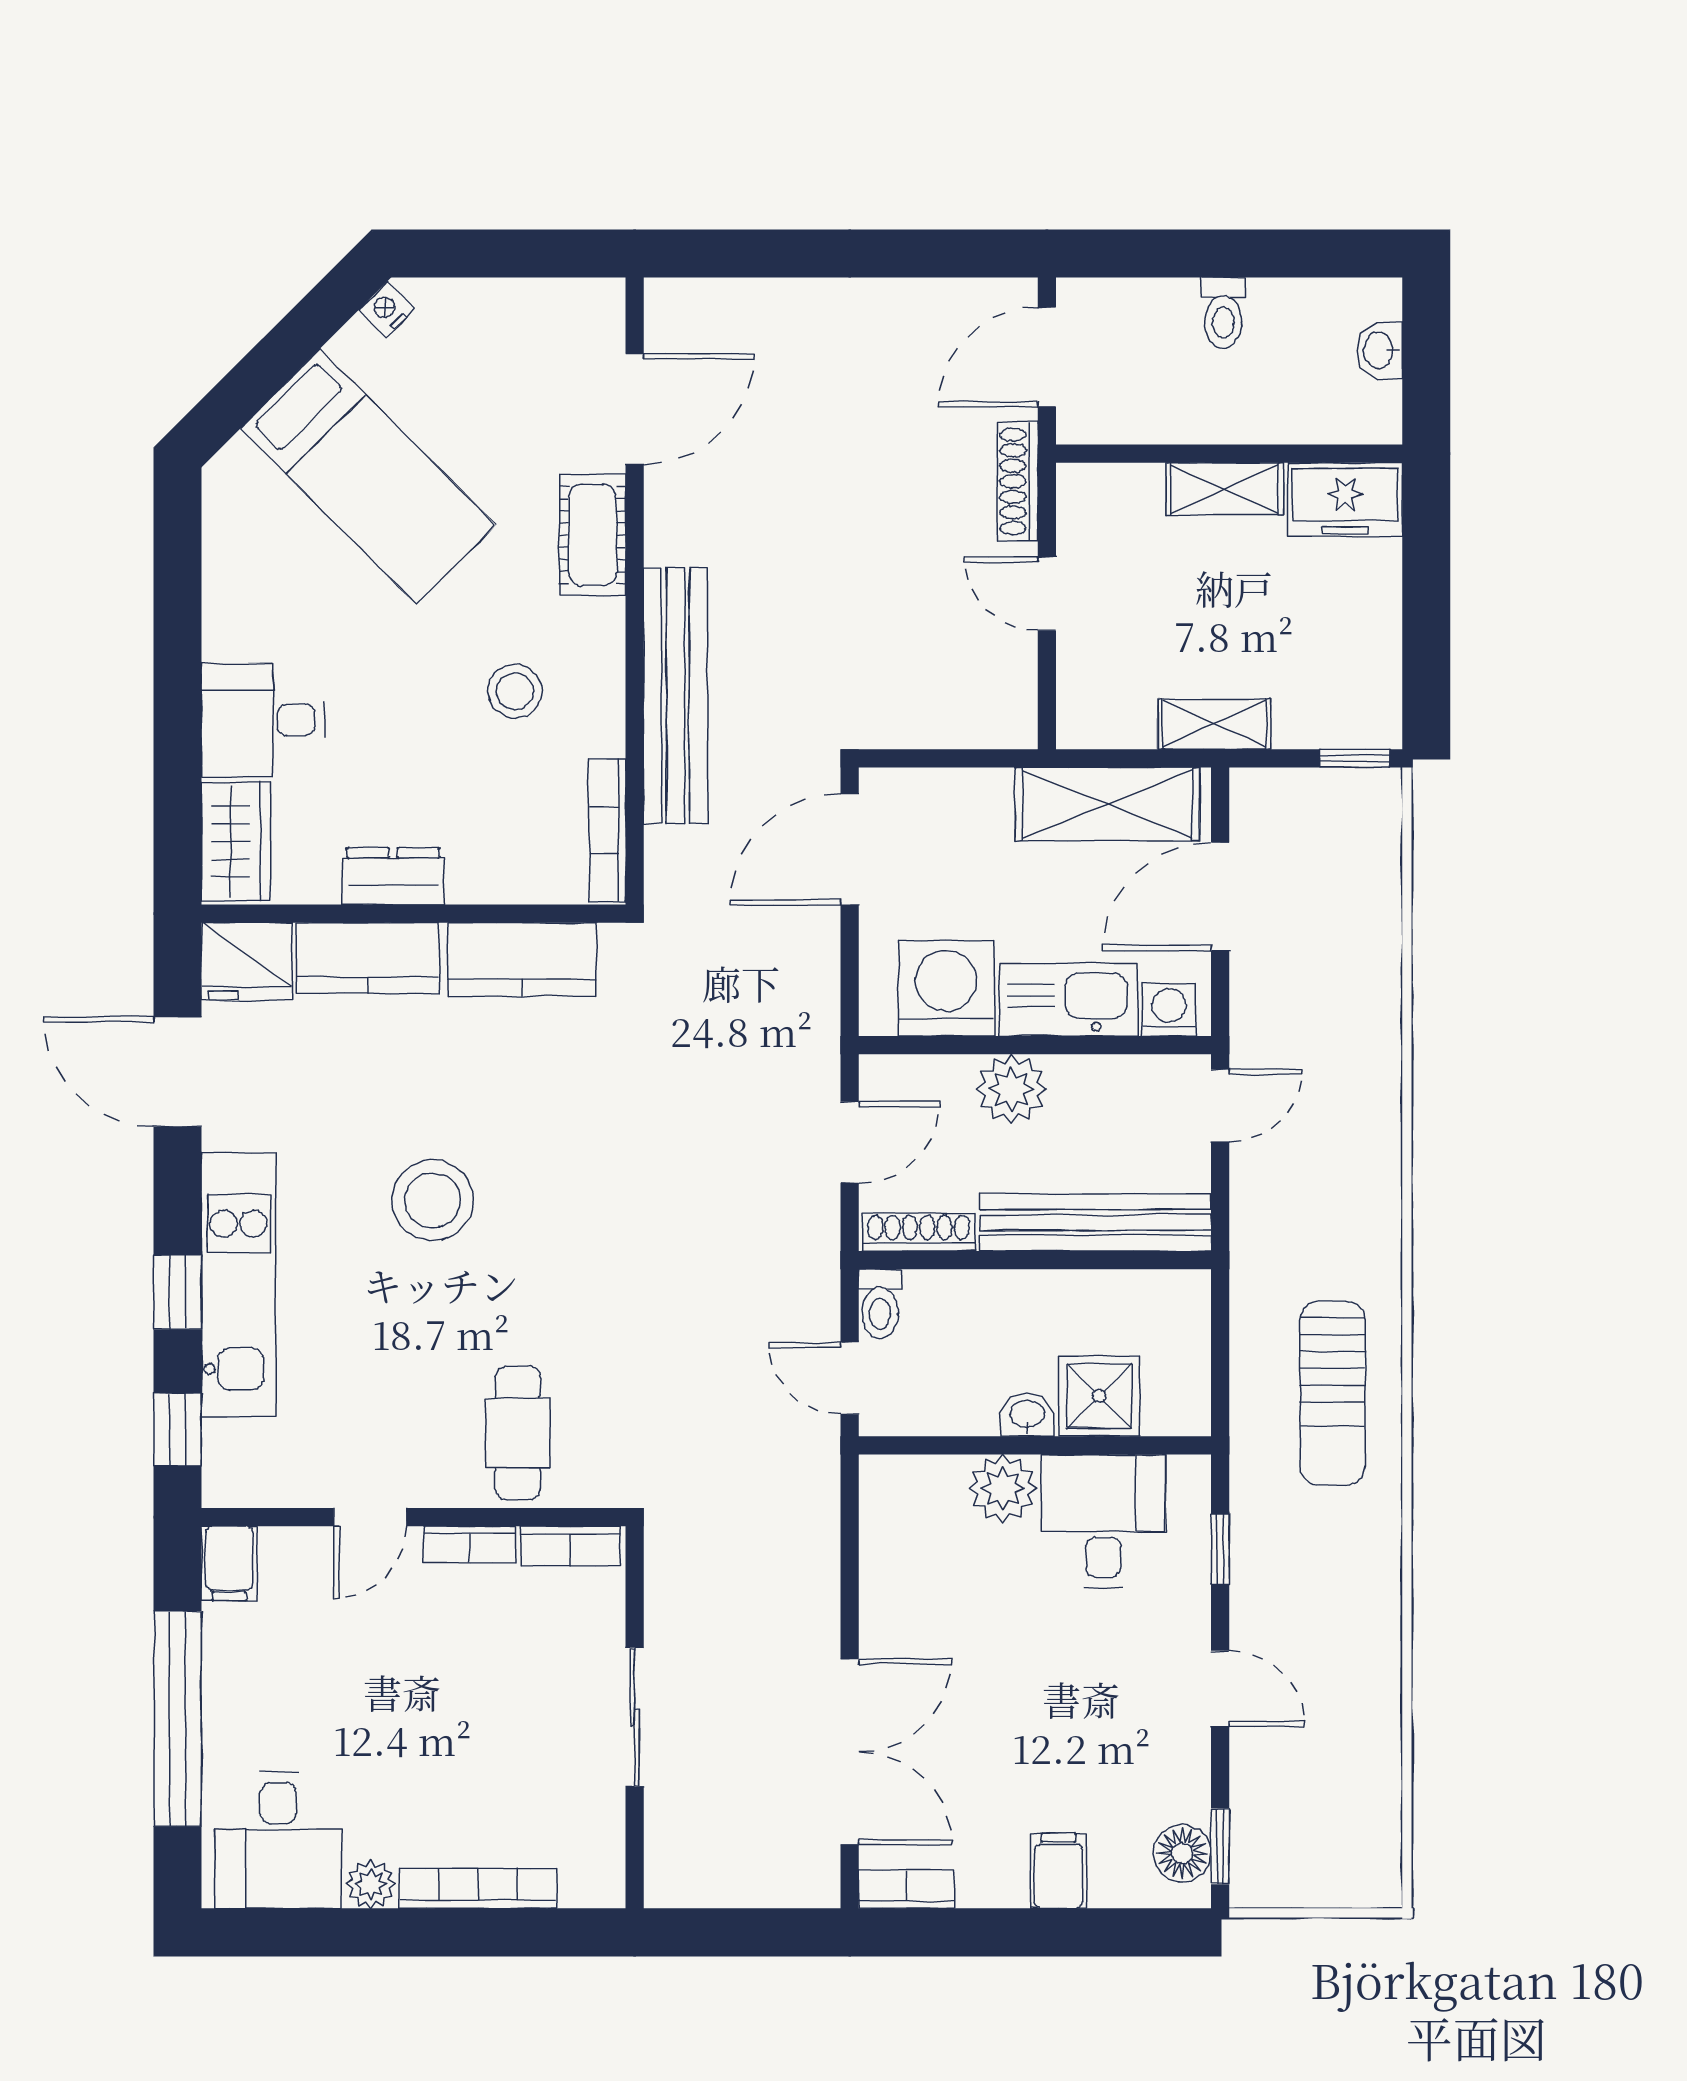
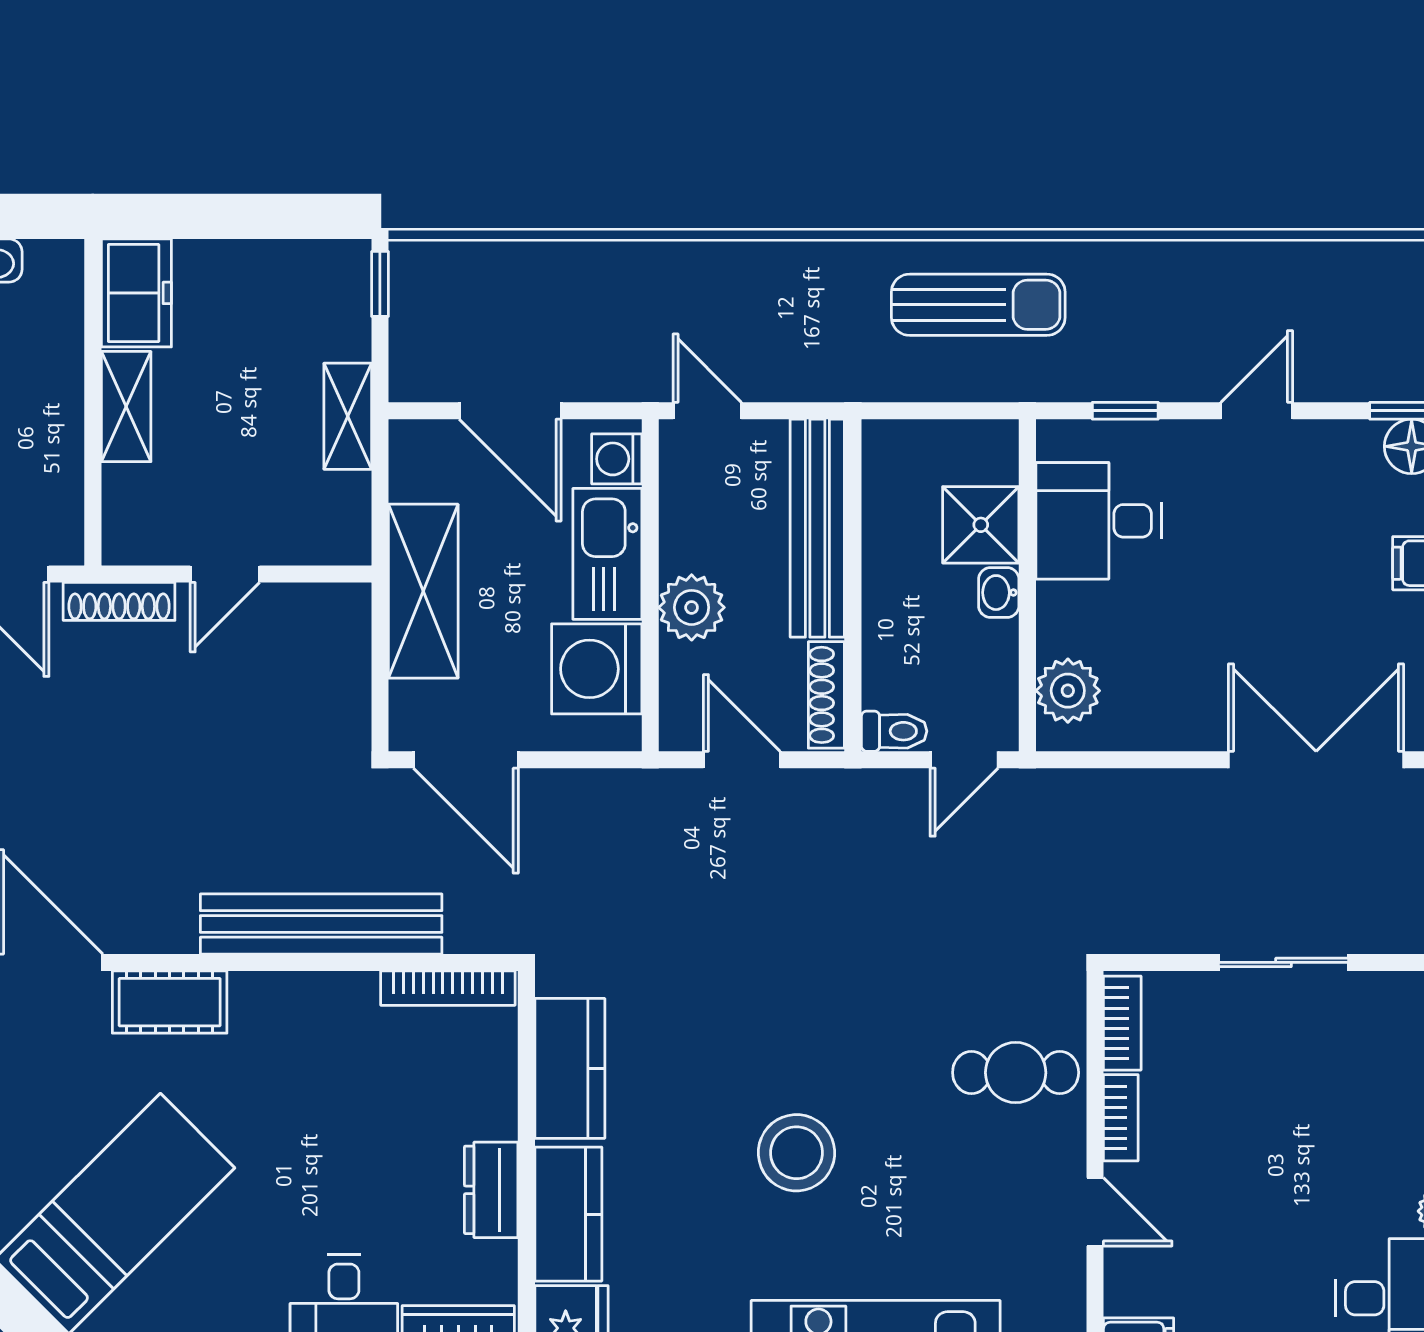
stool: (515, 691) -> (317, 1075), removed
shelving: (1107, 804) -> (423, 591), moved
plant: (1003, 1488) -> (1068, 691), moved

